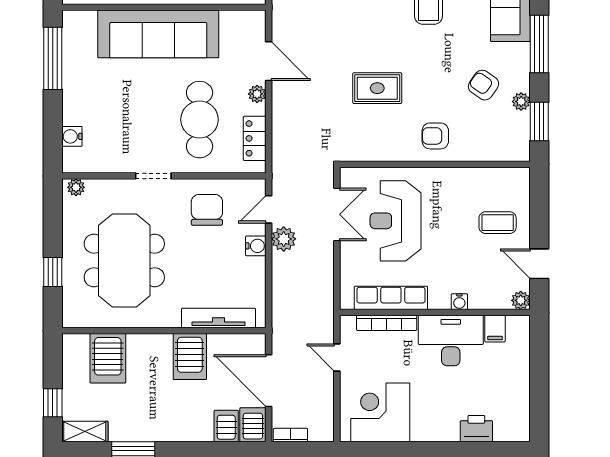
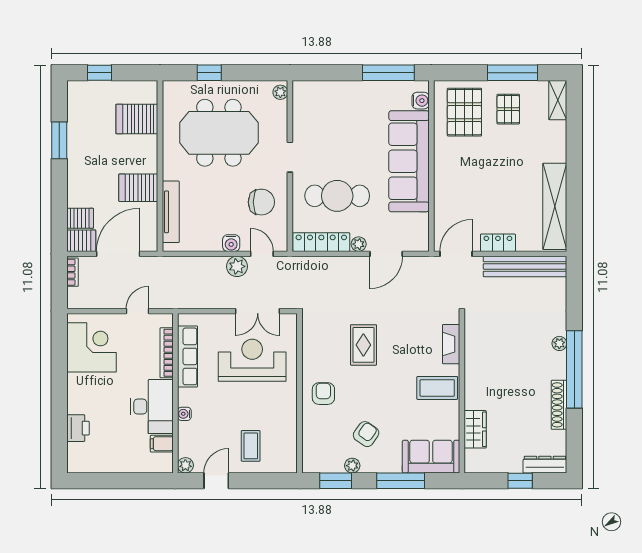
water cooler: (72, 136) -> (421, 101), moved, turned 90
locker: (255, 138) -> (321, 242), width x1.53
shelving: (85, 431) -> (75, 100), removed

